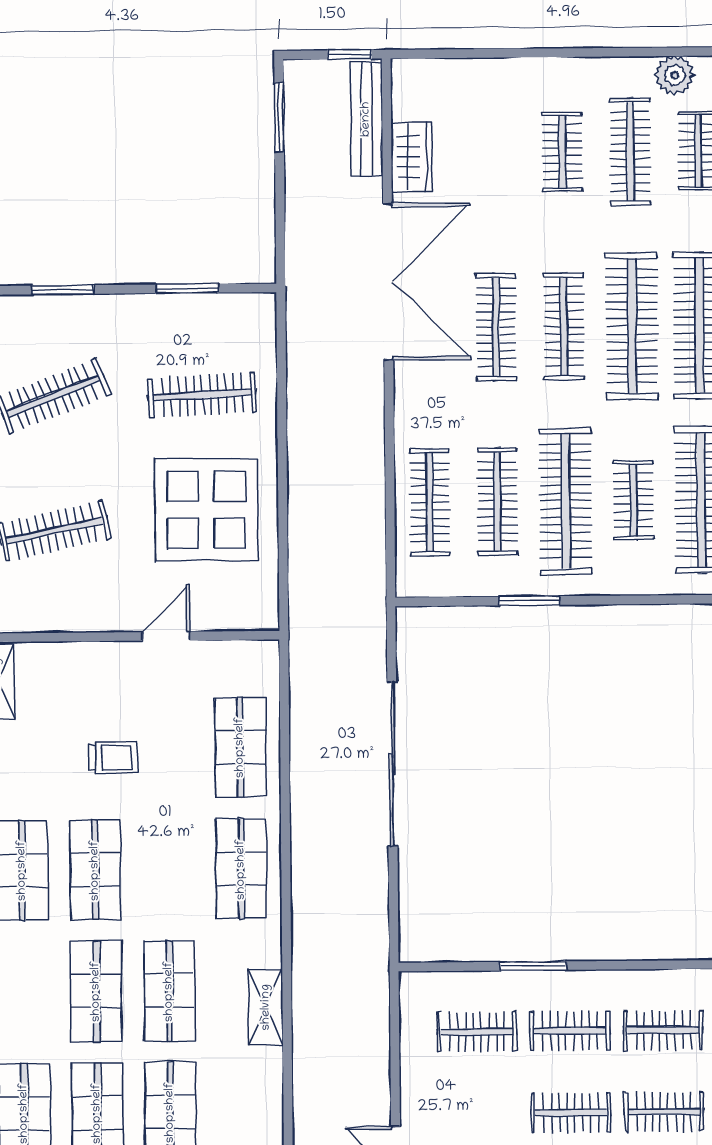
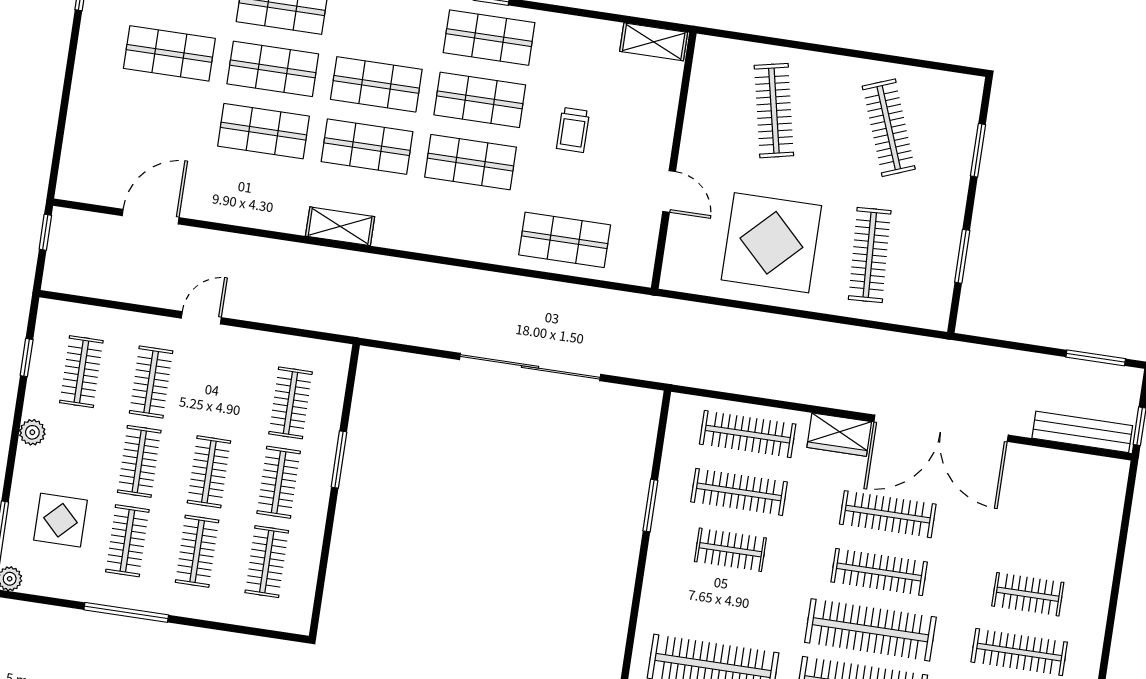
wardrobe: (412, 157) -> (839, 435), moved
clothes rail: (633, 500) -> (722, 608), removed
clothes rail: (565, 501) -> (730, 550), width x0.54, depth x0.76
shop shelf: (241, 869) -> (470, 162), moved

